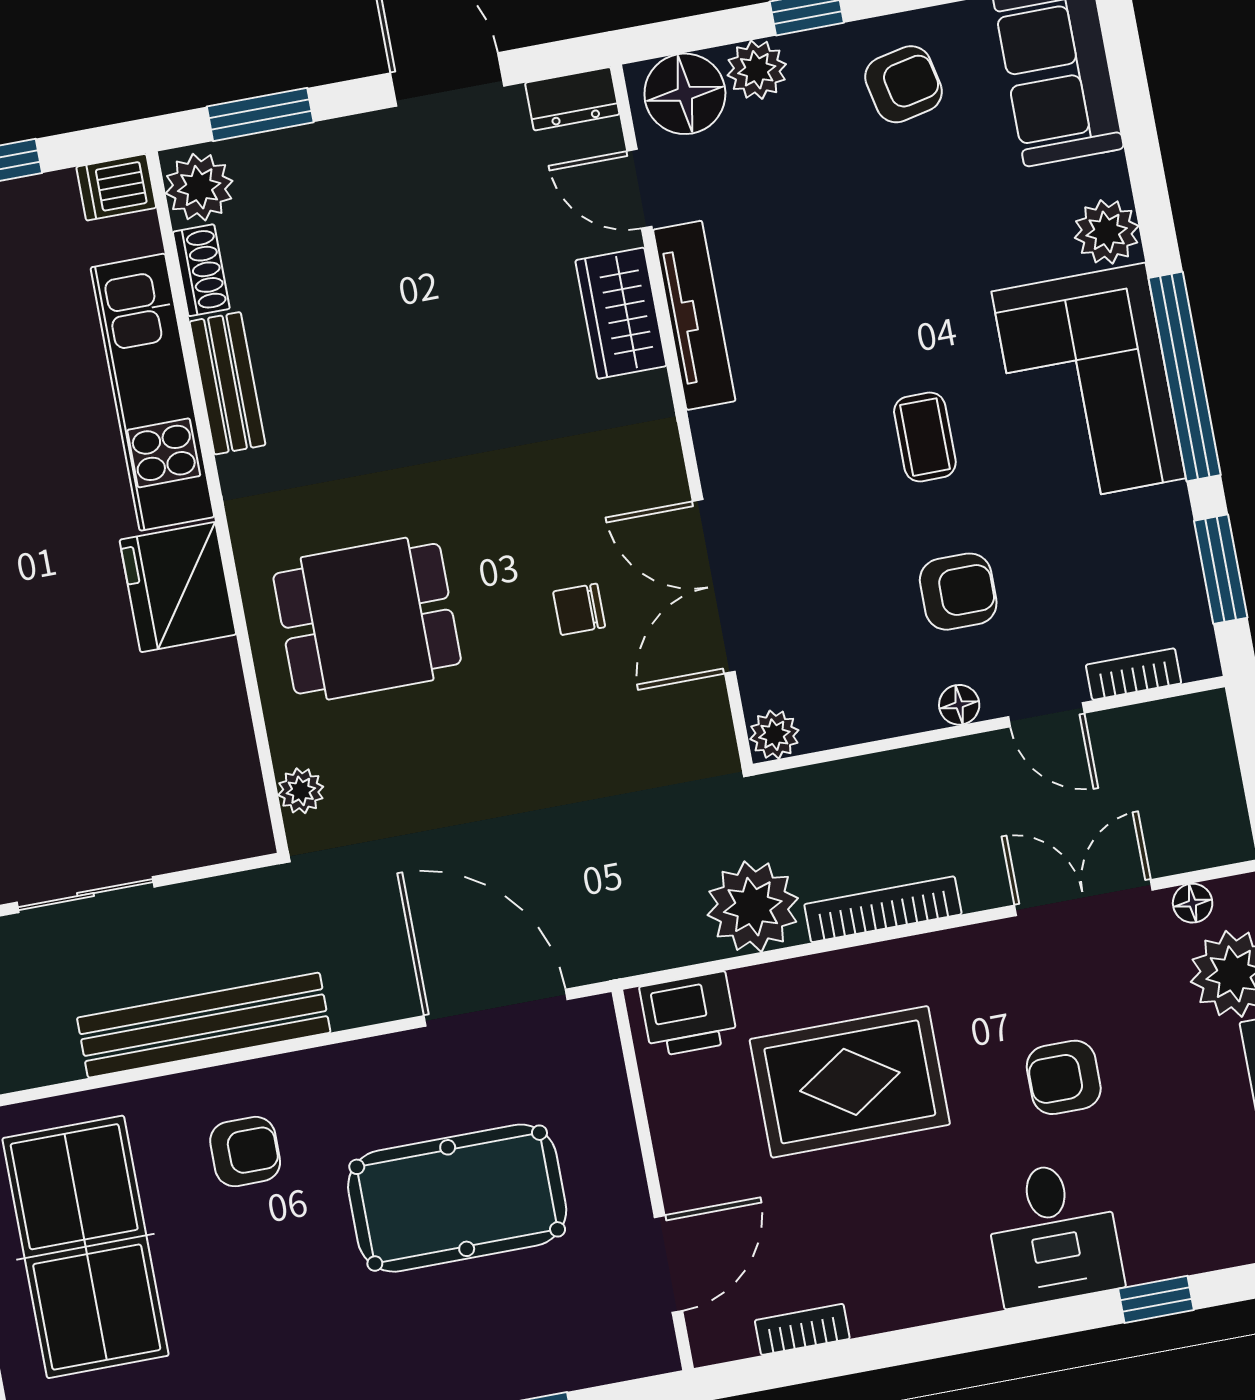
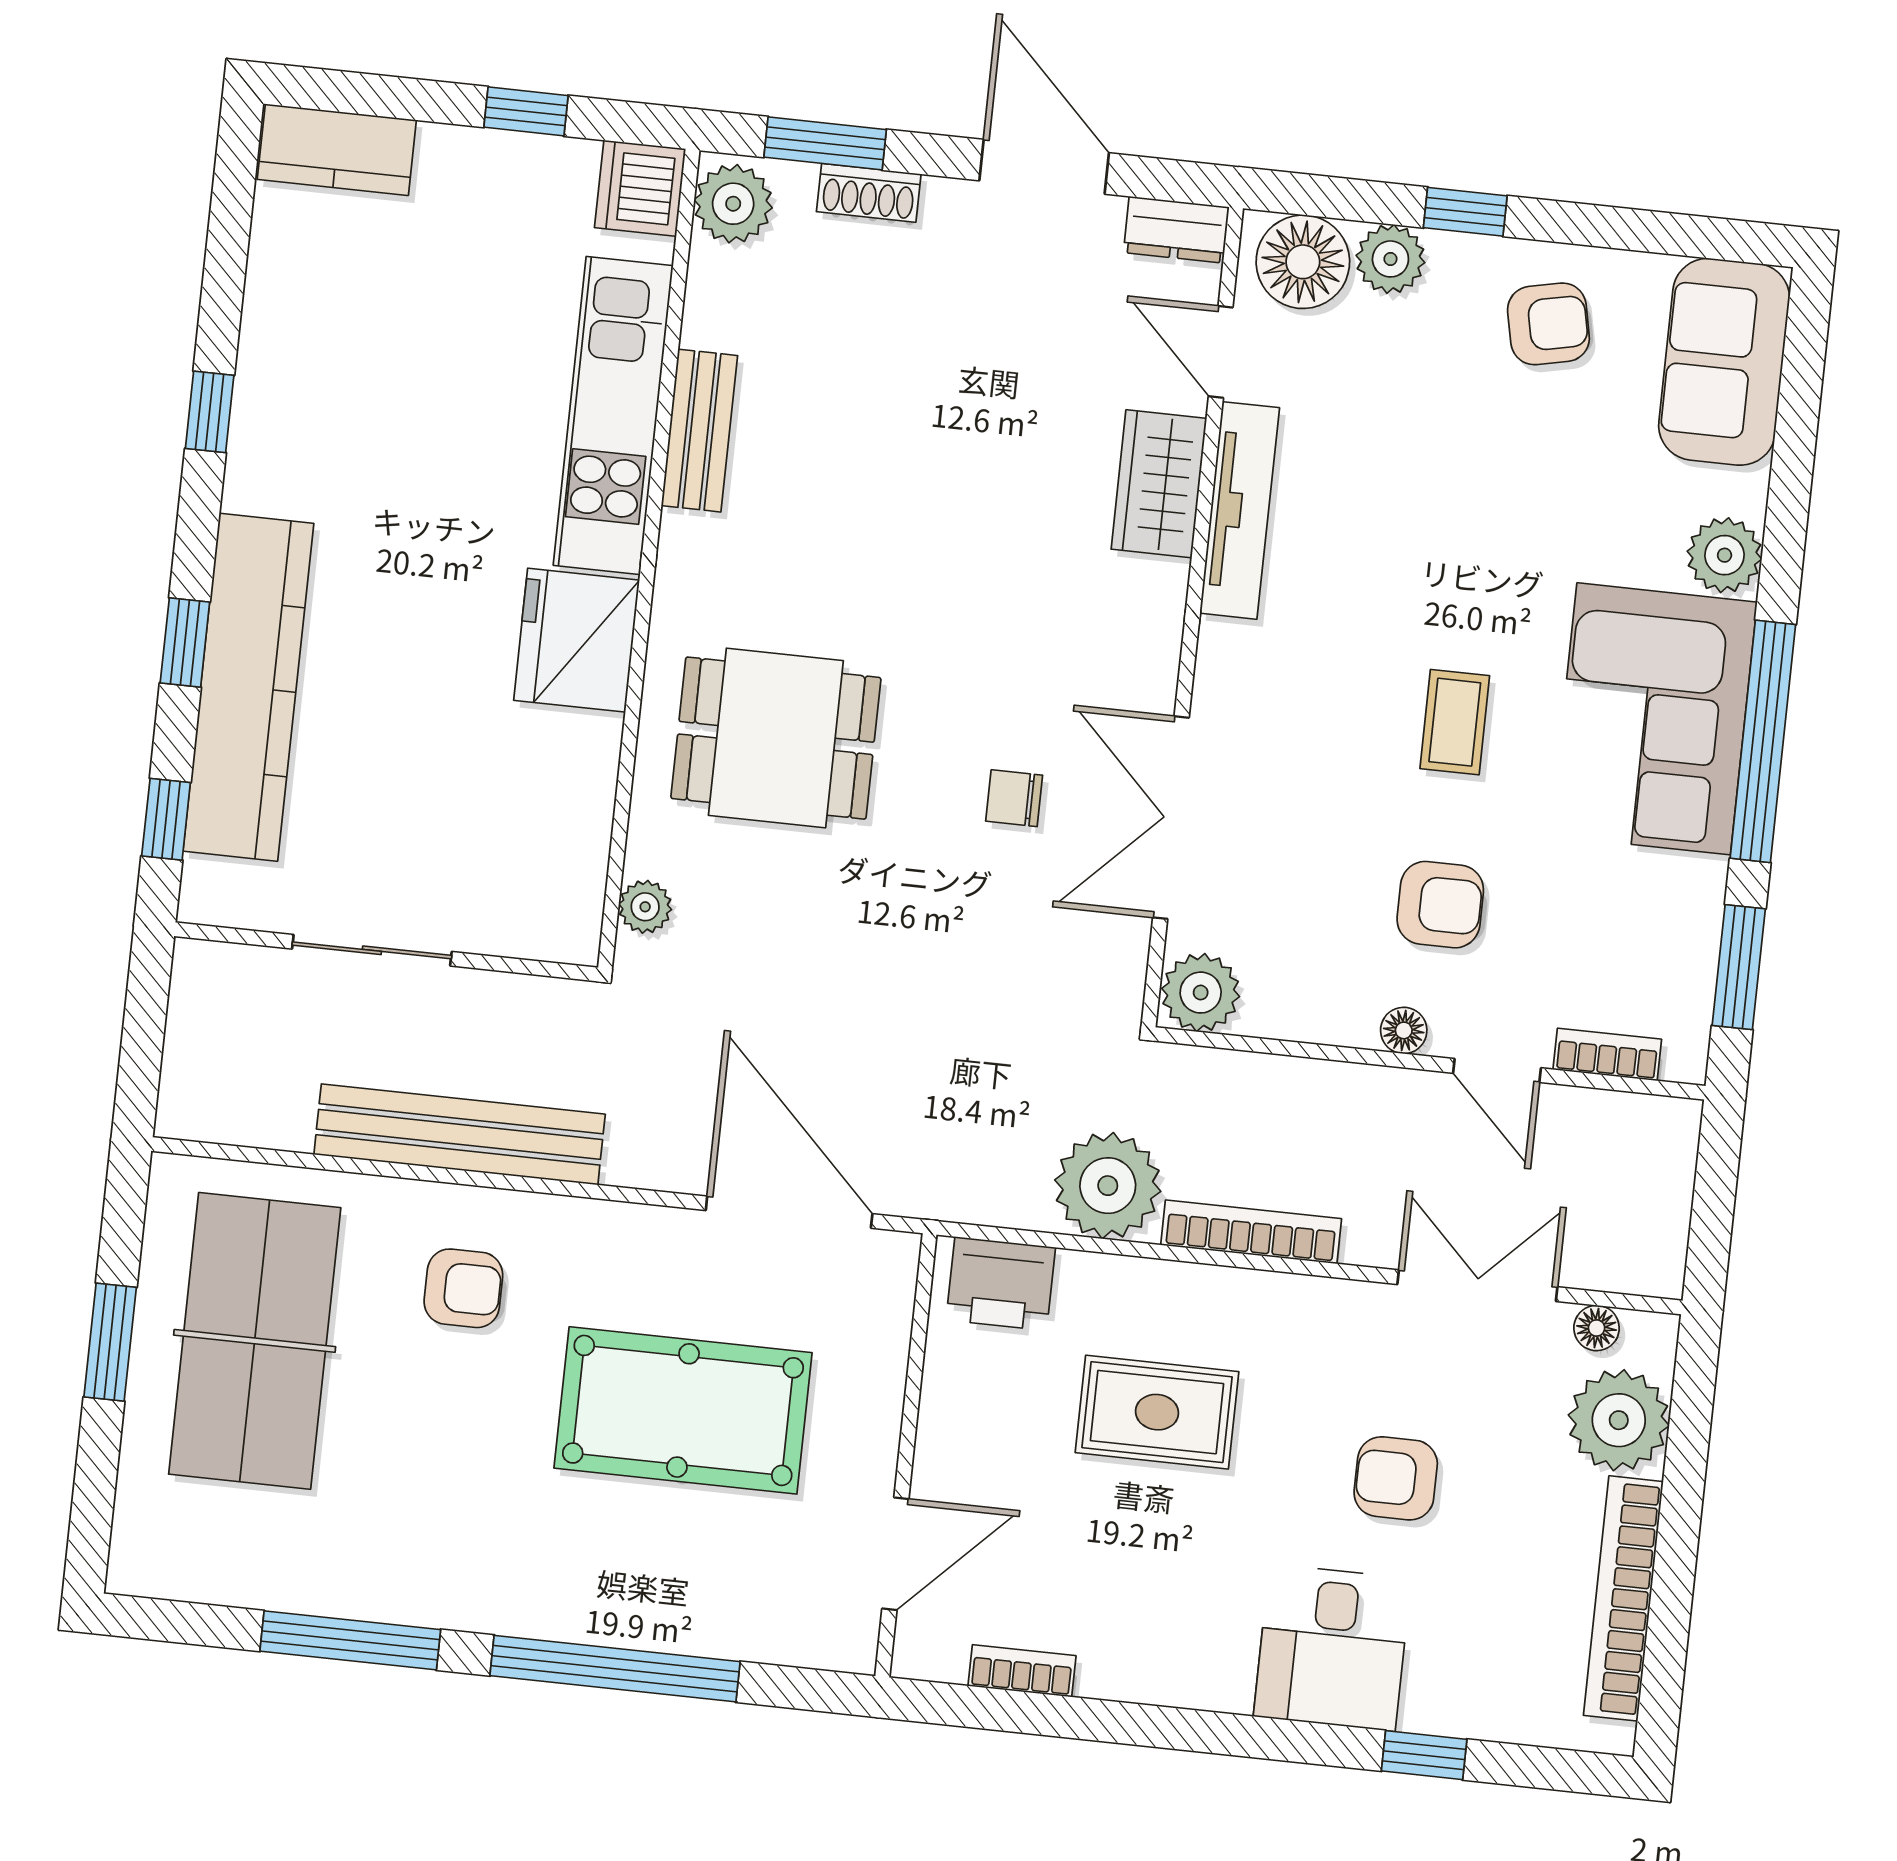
dishwasher: (116, 187) -> (640, 188), width x1.38
shoe rack: (201, 270) -> (869, 193), moved, turned 90
plant: (774, 735) -> (1201, 993), width x1.38, depth x1.38
rug: (850, 1082) -> (1157, 1412), width x0.73, depth x0.70

